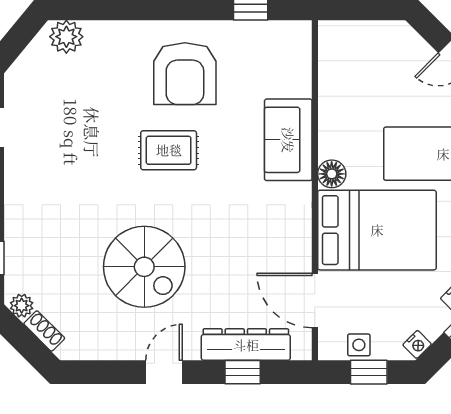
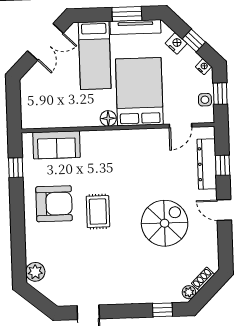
sofa: (288, 140) -> (56, 145), moved
door: (315, 300) -> (180, 126), width x0.73

